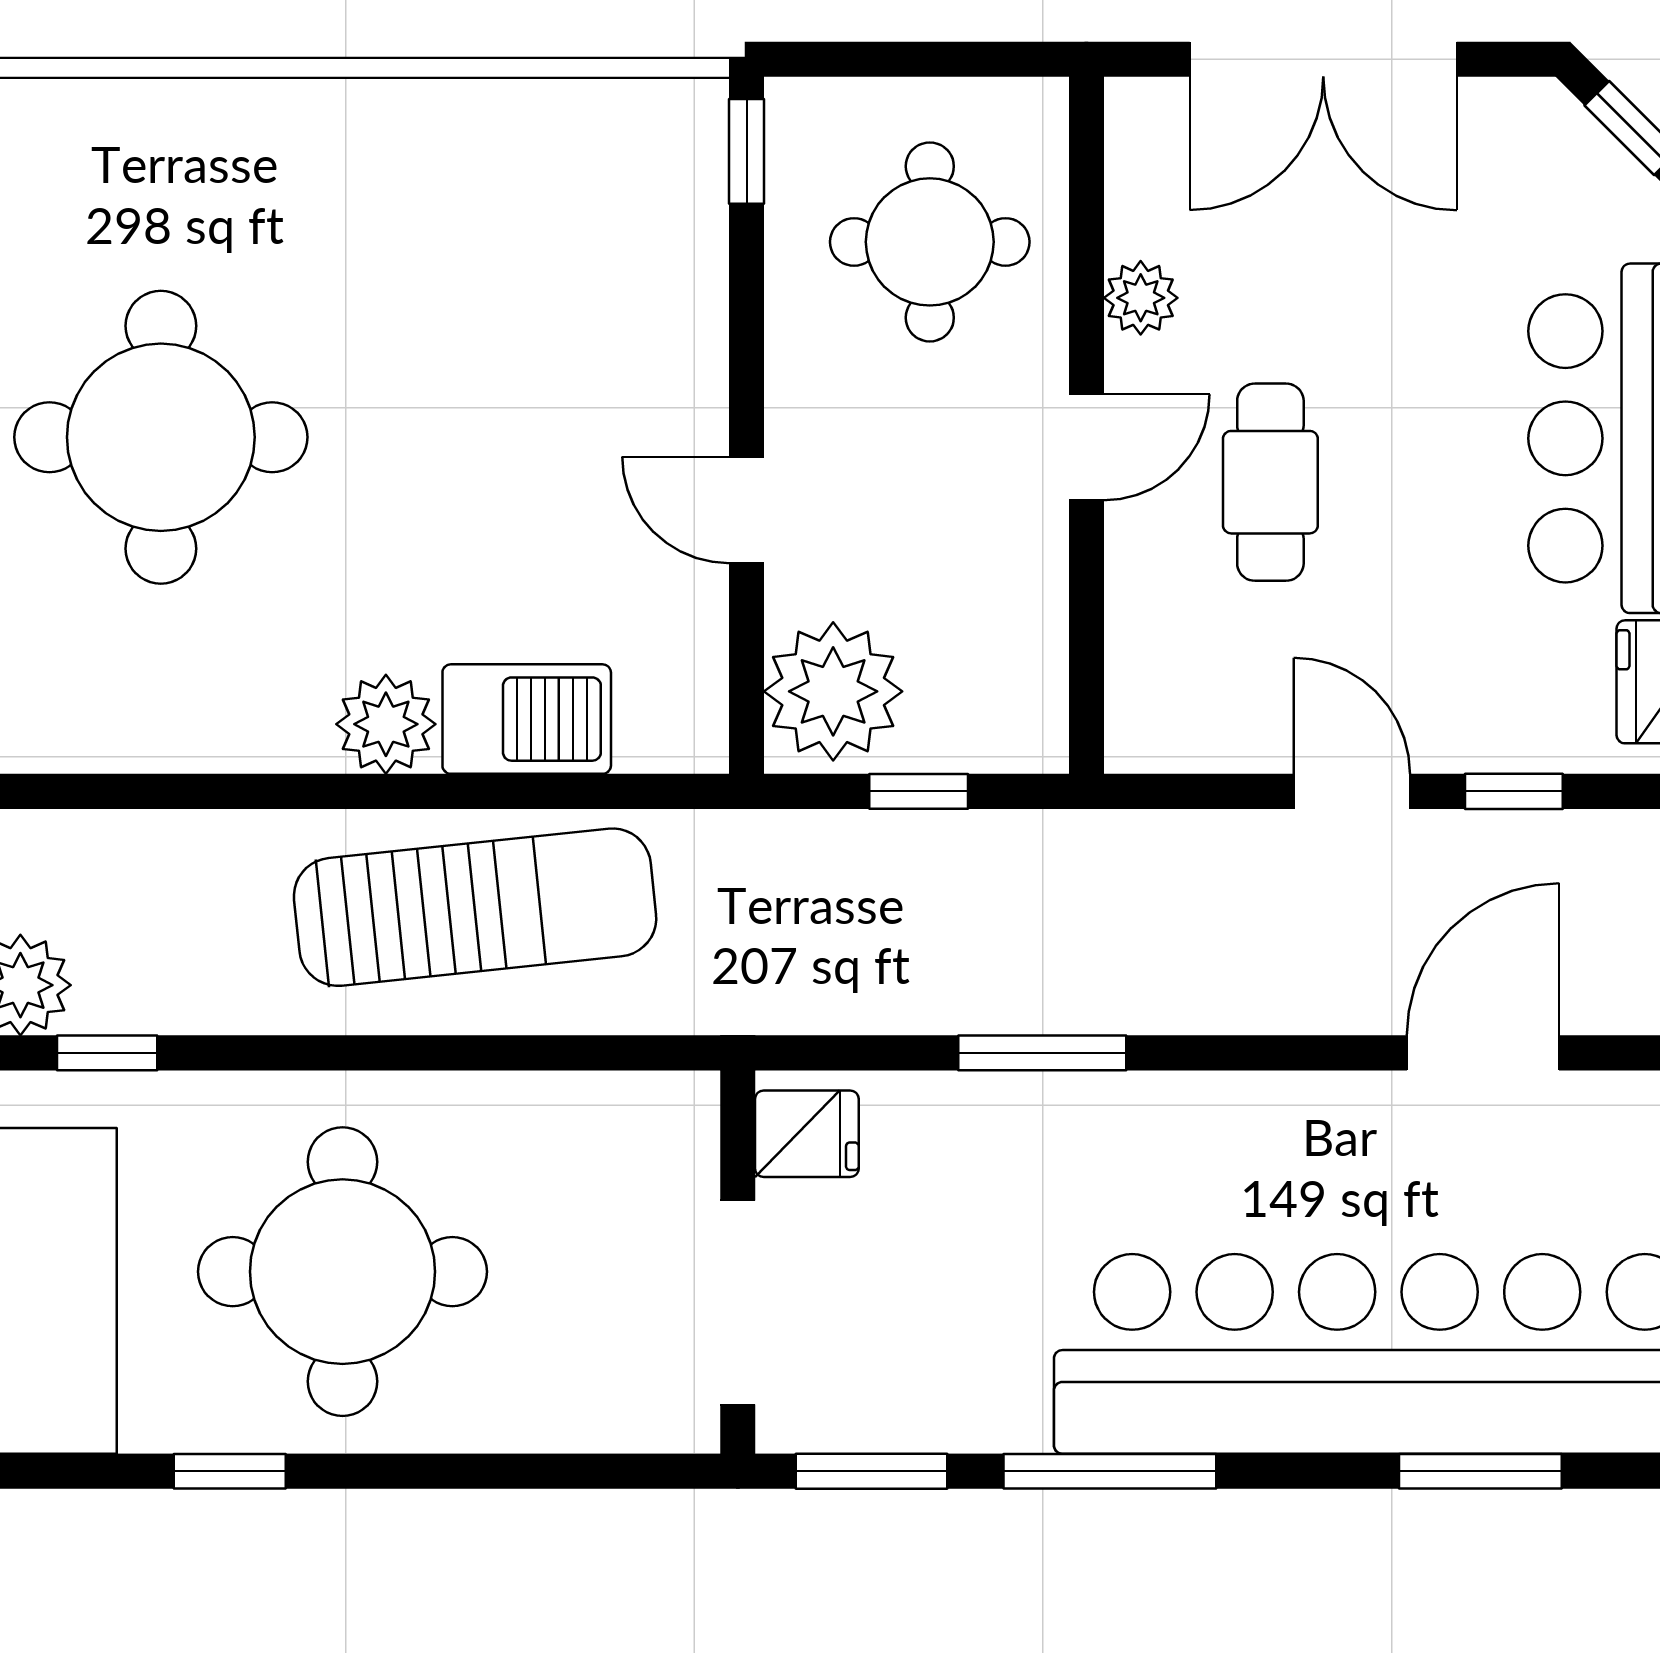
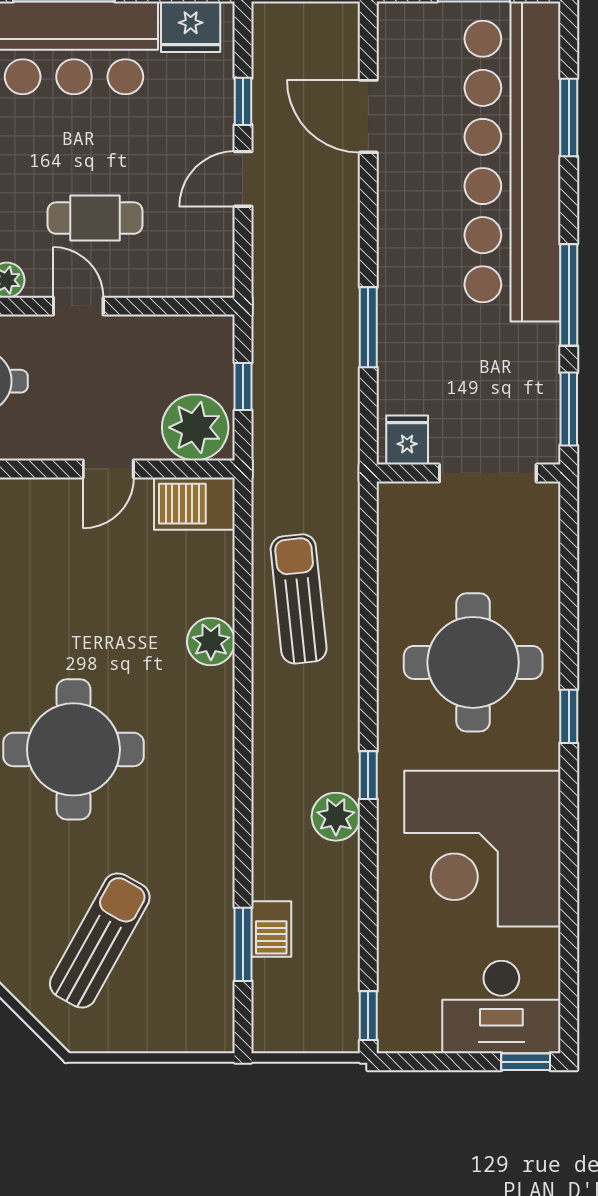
barbecue: (527, 719) -> (194, 504), moved, turned -90
sun lounger: (475, 907) -> (299, 599), width x0.73, depth x0.75

